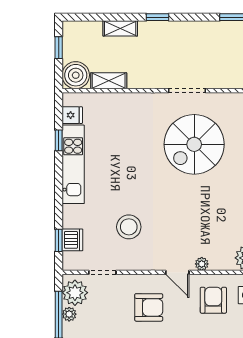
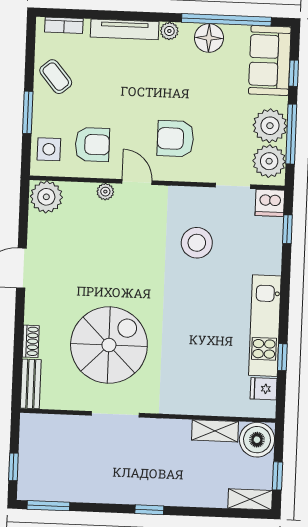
shelving: (120, 28) -> (250, 499), moved
dishwasher: (72, 240) -> (270, 203), moved, turned -90
armchair: (213, 300) -> (92, 145), turned -90
plant: (69, 314) -> (270, 126), width x1.88, depth x1.88

